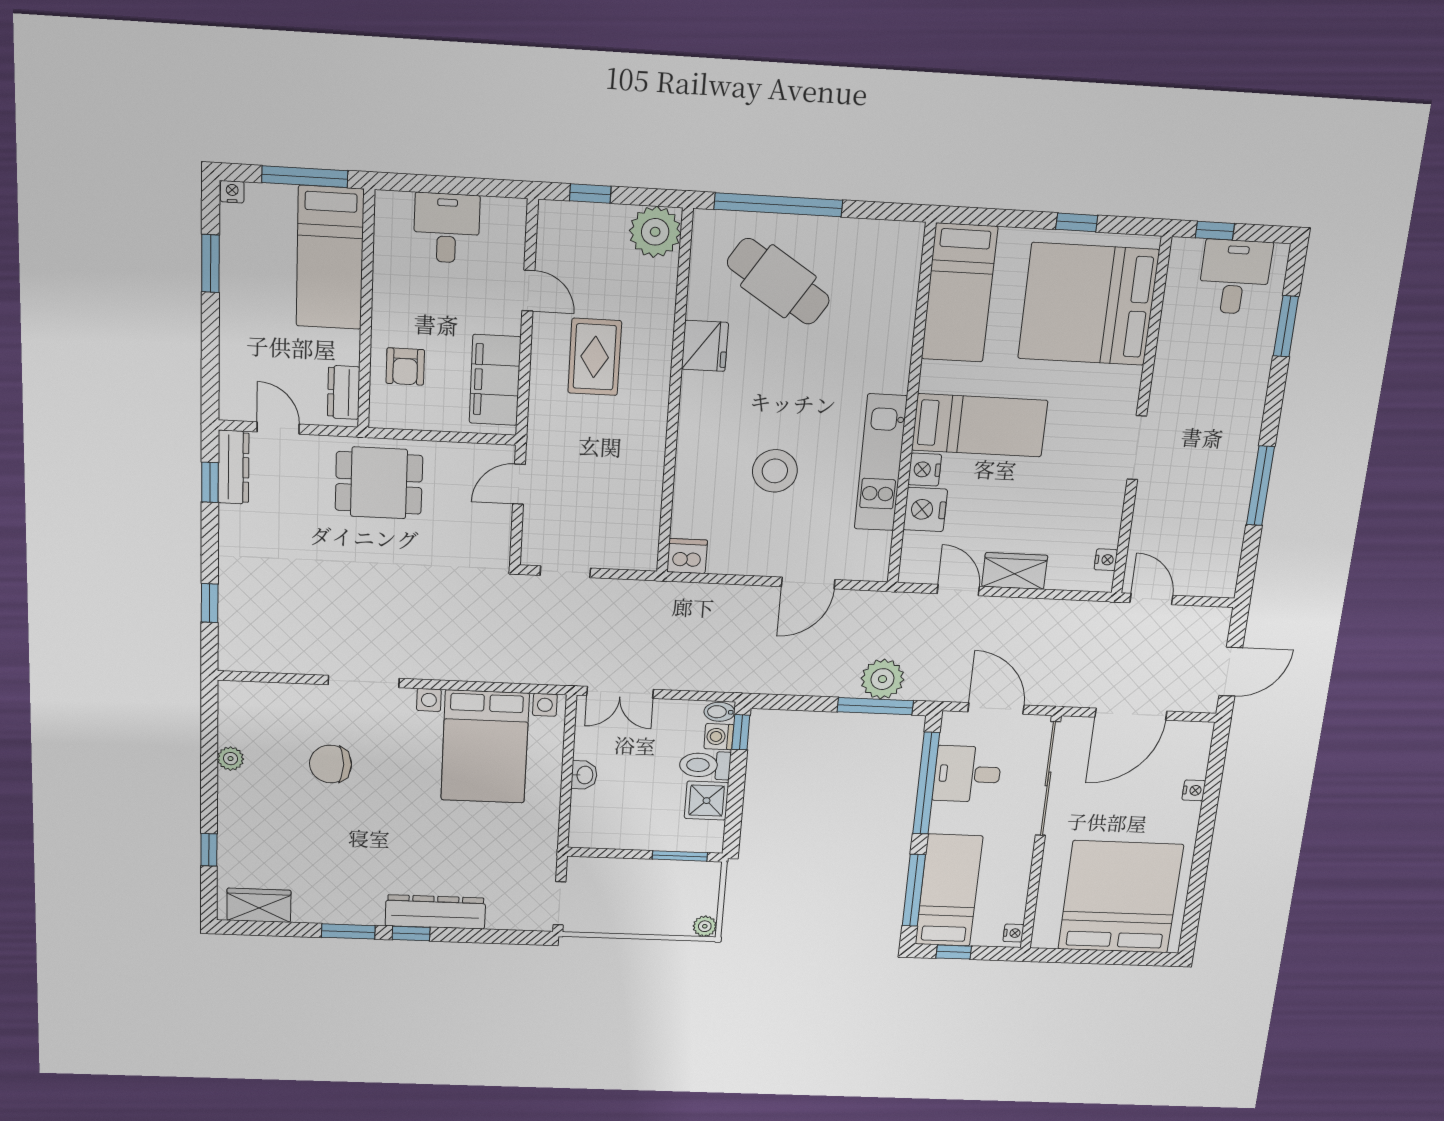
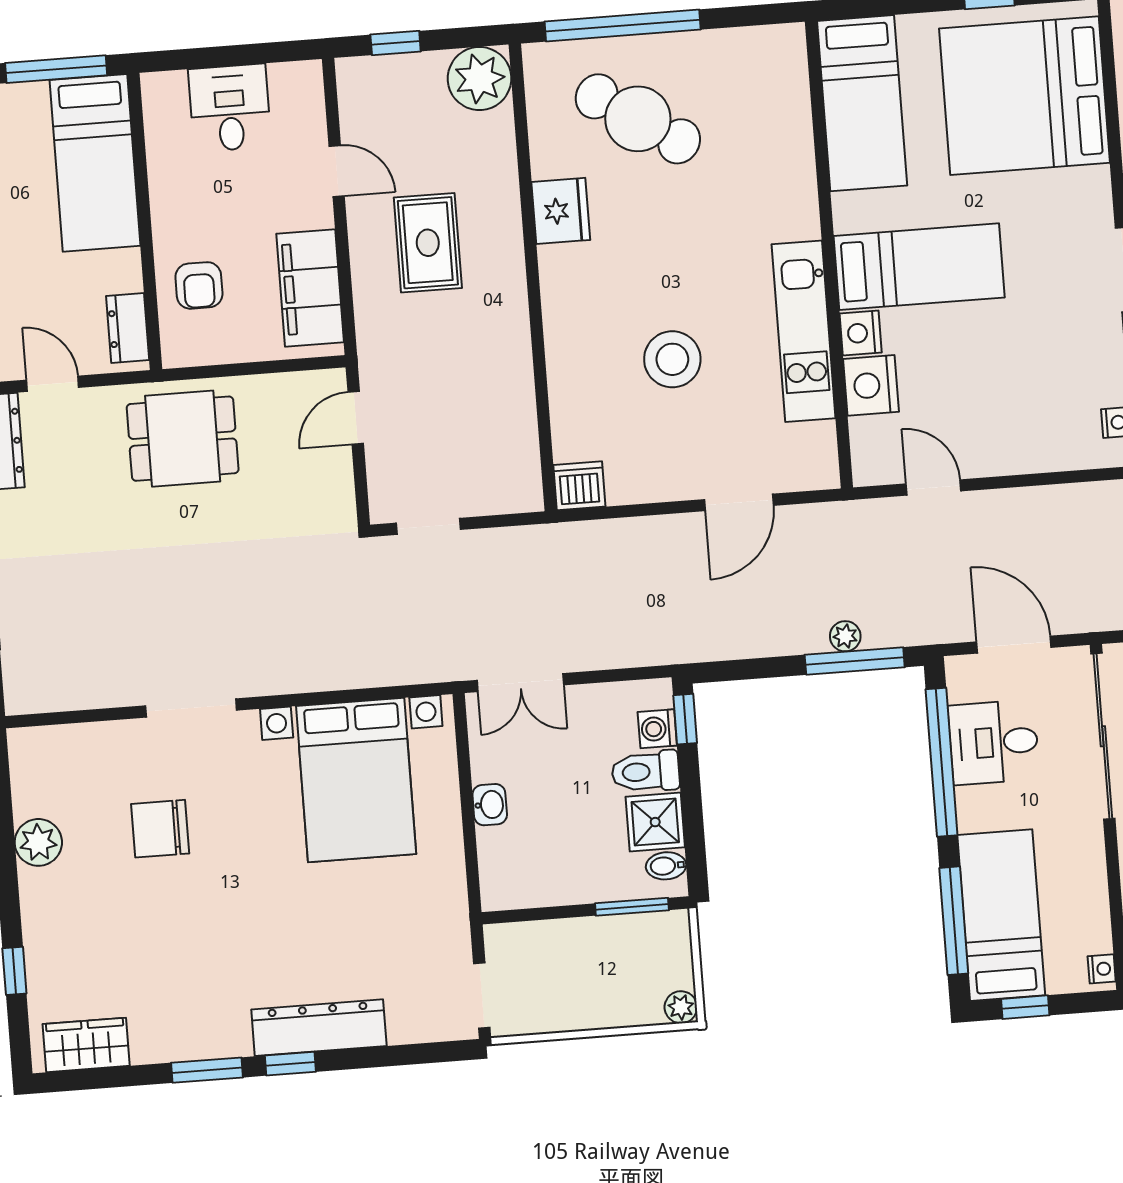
wardrobe: (1015, 571) -> (1001, 453), removed
plant: (882, 679) -> (845, 636), width x0.53, depth x0.53
bidet: (719, 712) -> (666, 866), moved
plant: (230, 759) -> (38, 842), width x1.38, depth x1.38

